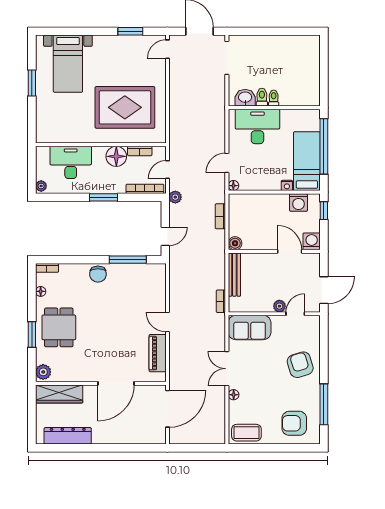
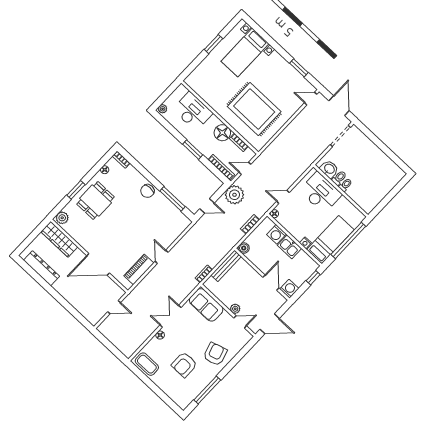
plant: (175, 197) -> (235, 195), width x1.88, depth x1.88
kitchen sink: (276, 203) -> (290, 247), added
washing machine: (299, 203) -> (277, 234), moved
door: (168, 409) -> (114, 307), width x0.53
armchair: (294, 423) -> (184, 365), moved, turned -90

